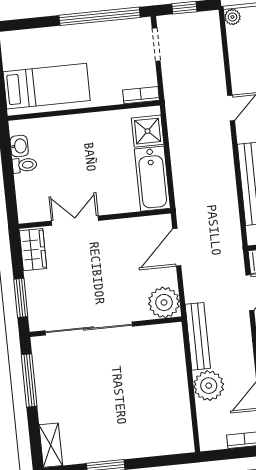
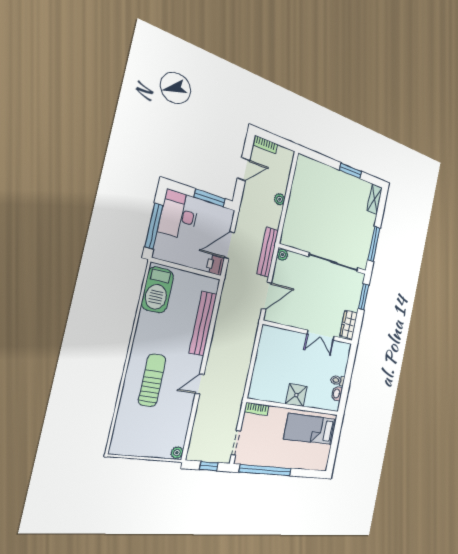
shower: (148, 131) -> (296, 395), moved
bathtub: (152, 179) -> (267, 348), removed
plant: (164, 302) -> (282, 255), width x0.53, depth x0.53
bench: (198, 336) -> (268, 252), moved
plant: (209, 386) -> (280, 199), width x0.53, depth x0.53

